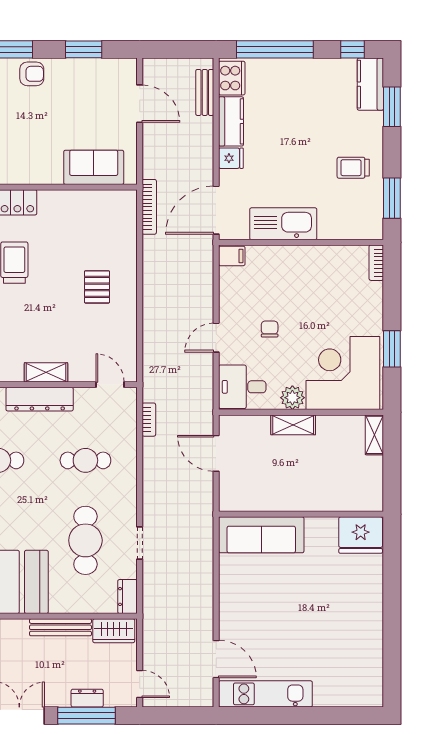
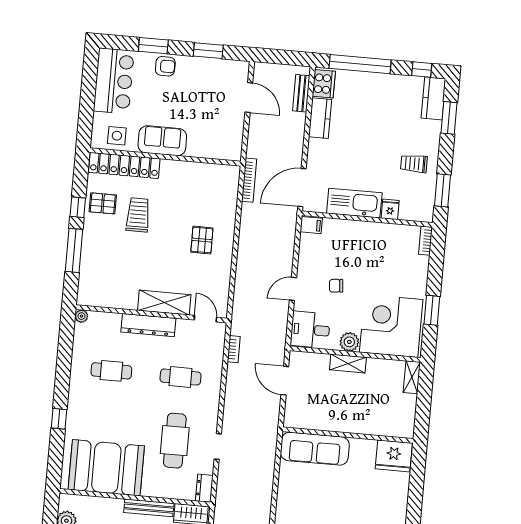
fridge: (231, 158) -> (390, 209), moved, turned -90
sofa: (94, 167) -> (162, 141), moved
chair: (270, 329) -> (336, 286), turned -95
shelving: (46, 372) -> (164, 303), width x1.50, depth x1.33

